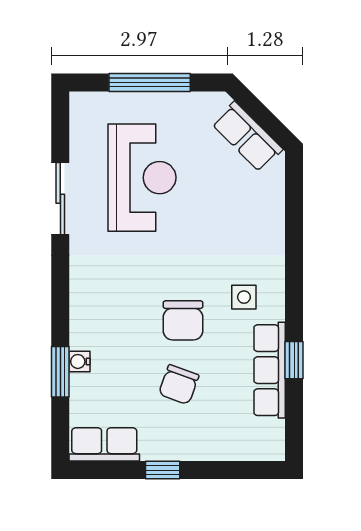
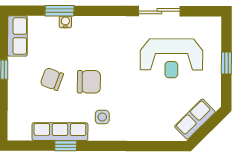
window: (150, 82) -> (226, 63), width x0.46
chair: (183, 320) -> (89, 82), turned 180

